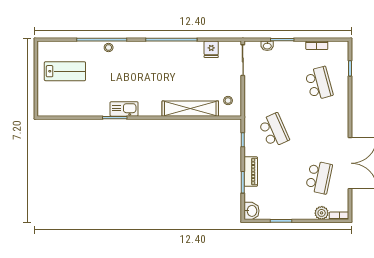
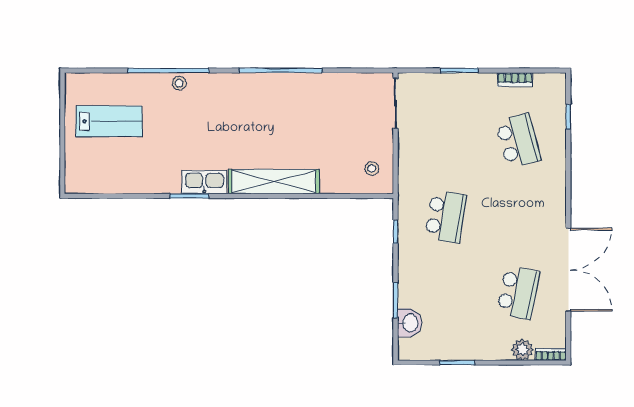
washbasin: (267, 46) -> (435, 80), removed
fridge: (211, 49) -> (345, 86), removed
shelving: (190, 109) -> (274, 182), moved
school desk: (274, 130) -> (446, 217), turned 33
piano: (251, 172) -> (408, 283), removed
washbasin: (251, 211) -> (410, 323), moved

